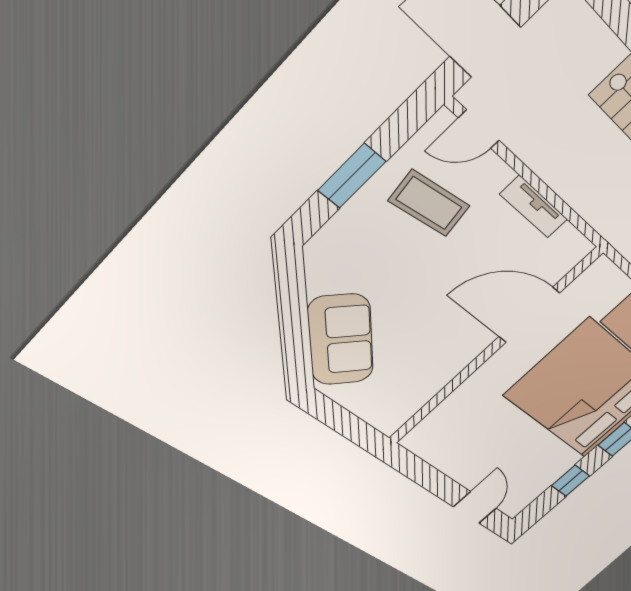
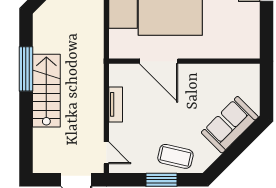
coffee table: (429, 203) -> (175, 156), moved, turned -69

